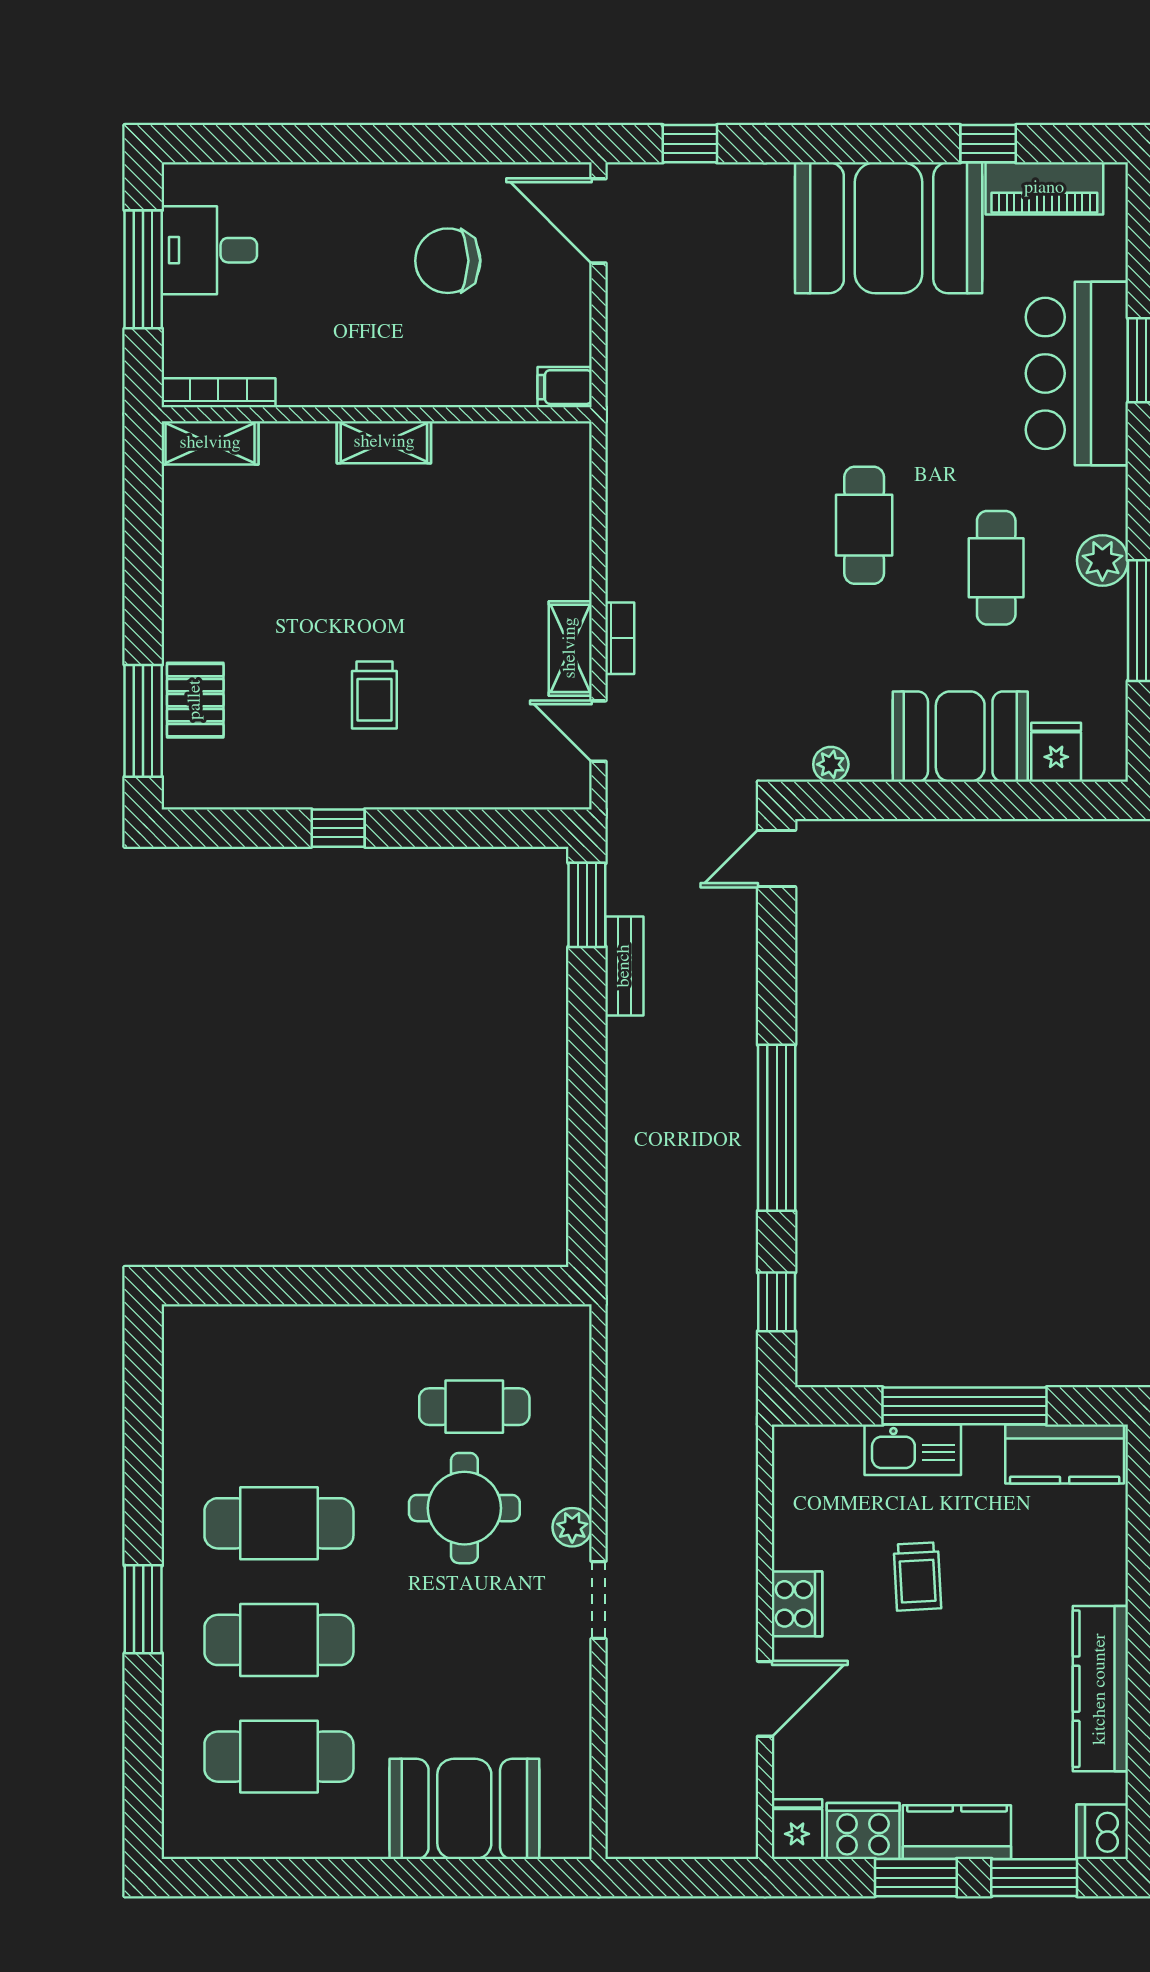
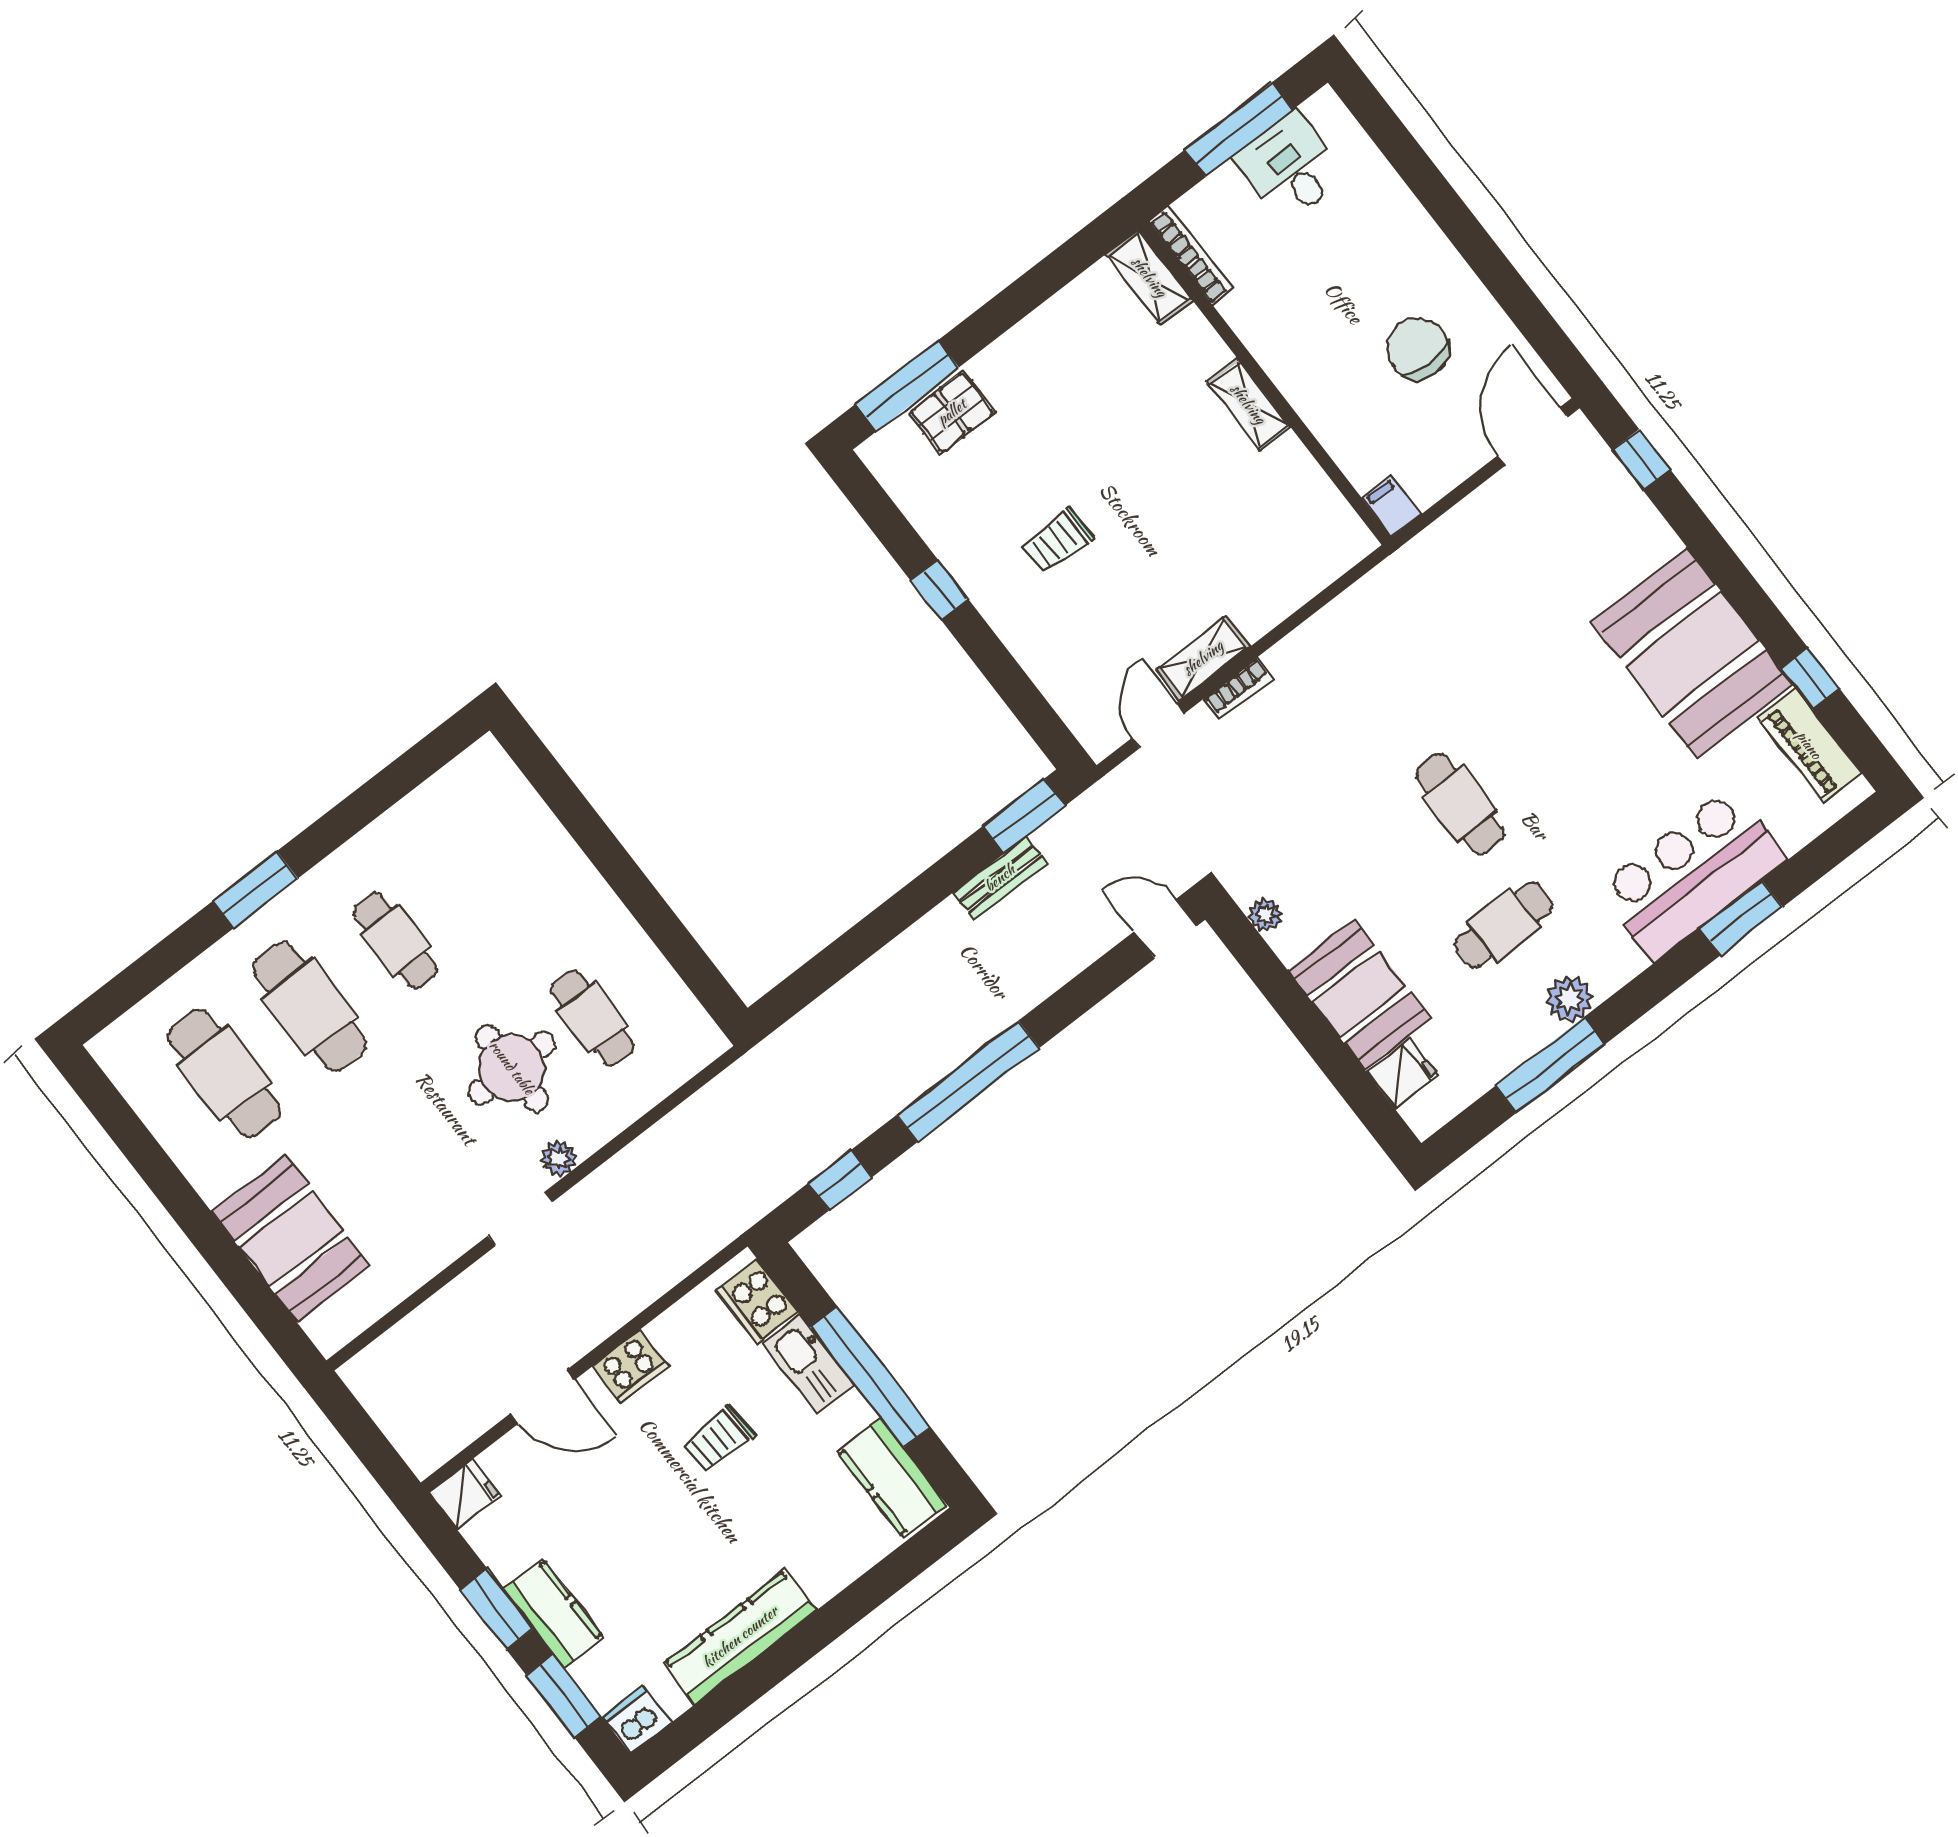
cafe table: (864, 525) -> (1460, 804), turned 90
cafe table: (279, 1523) -> (395, 941), width x0.73, depth x0.74
cooker: (863, 1831) -> (757, 1301), moved, turned 180

